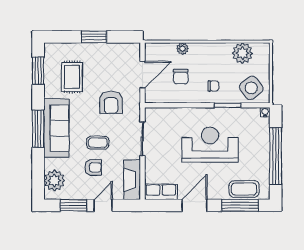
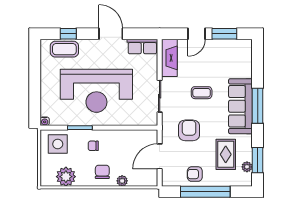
window: (94, 37) -> (205, 192), width x2.11
chair: (181, 77) -> (102, 172), moved
side table: (251, 88) -> (58, 144), turned 37
reception desk: (210, 145) -> (96, 91), width x1.36, depth x1.30
window: (276, 156) -> (35, 80), removed
armchair: (93, 167) -> (195, 174), moved
plant: (54, 180) -> (247, 167), moved, width x0.53, depth x0.53
door: (195, 205) -> (111, 34), swing flipped
window: (240, 205) -> (68, 34), width x0.46

